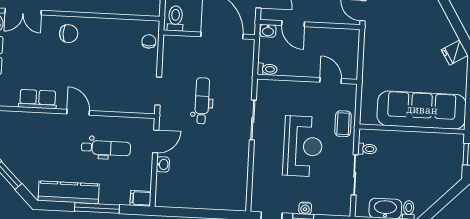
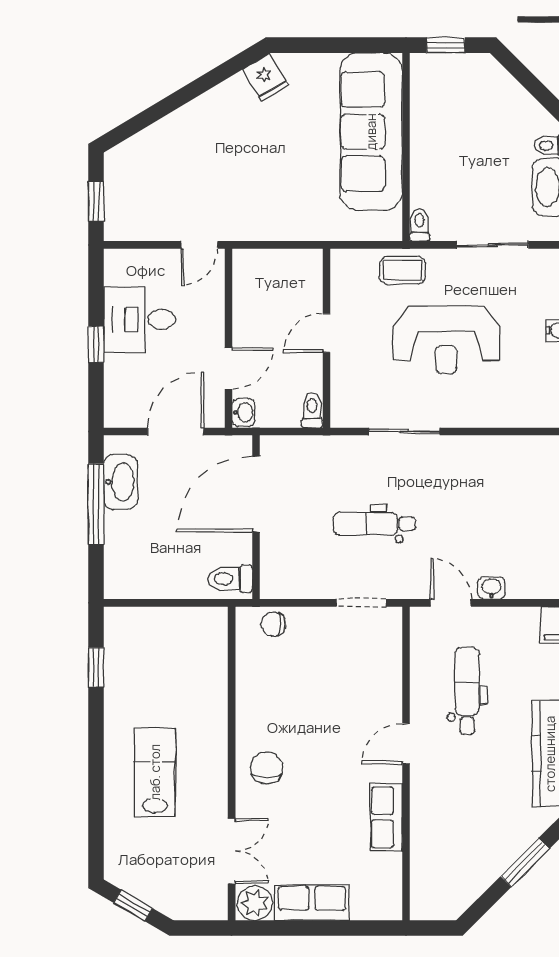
door: (331, 80) -> (326, 333), moved
reception desk: (303, 146) -> (446, 340), turned 180
toilet: (367, 149) -> (420, 225), moved

